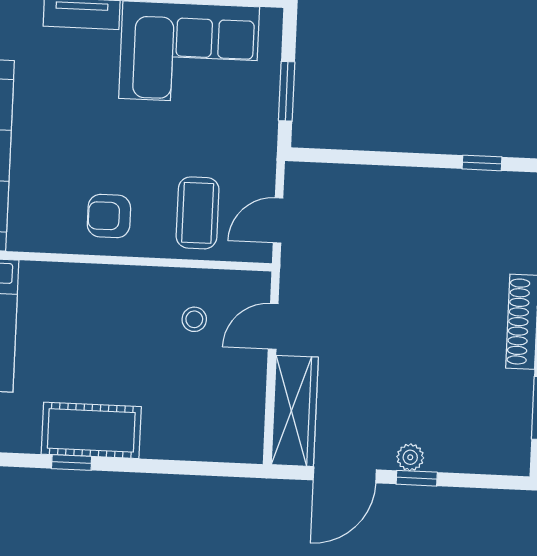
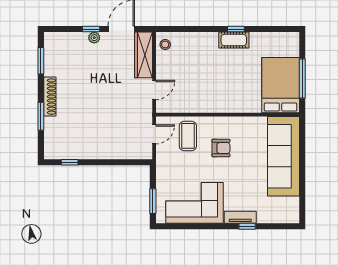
window: (287, 91) -> (153, 201), moved
armchair: (109, 216) -> (221, 148), moved
stool: (194, 319) -> (165, 44), moved
cot: (91, 430) -> (234, 40), width x0.73, depth x0.75

